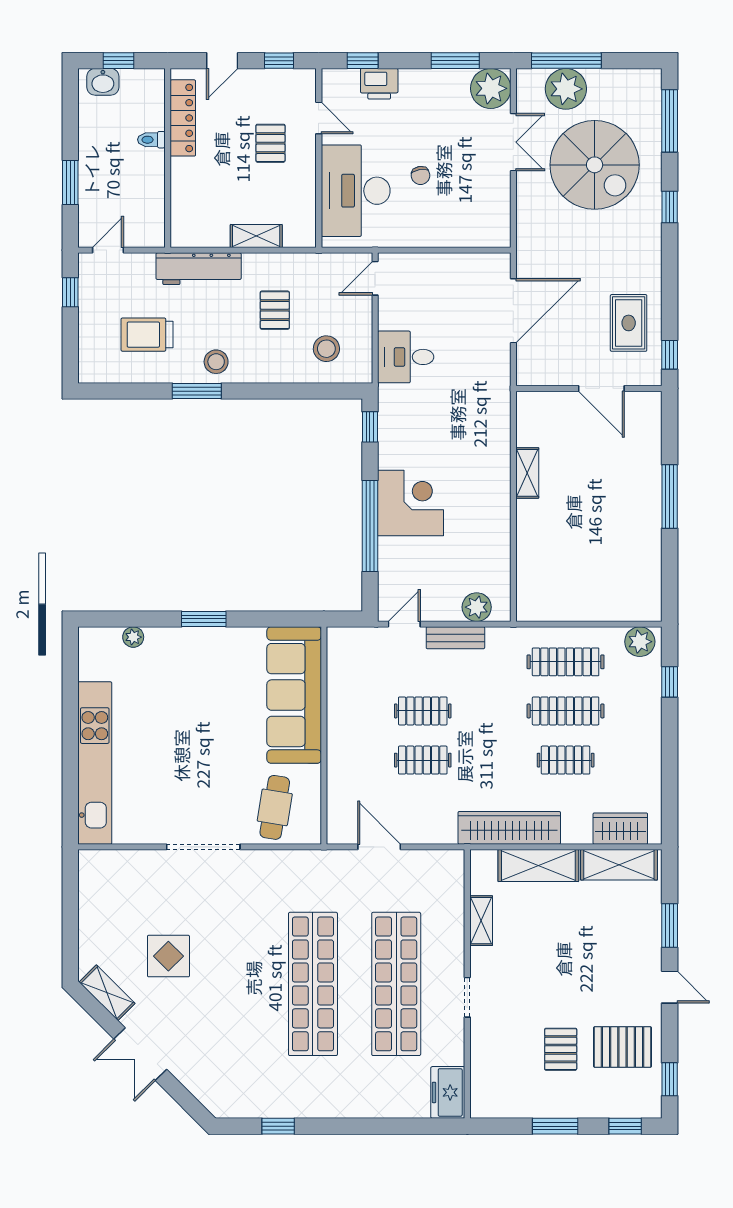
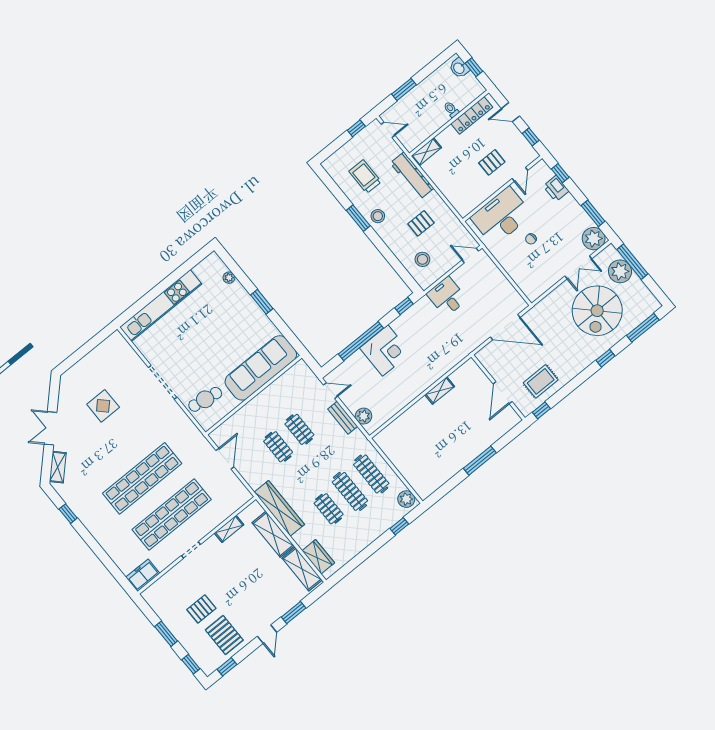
shelving: (256, 236) -> (426, 152), moved, turned 90
shelving: (107, 993) -> (58, 467), moved

